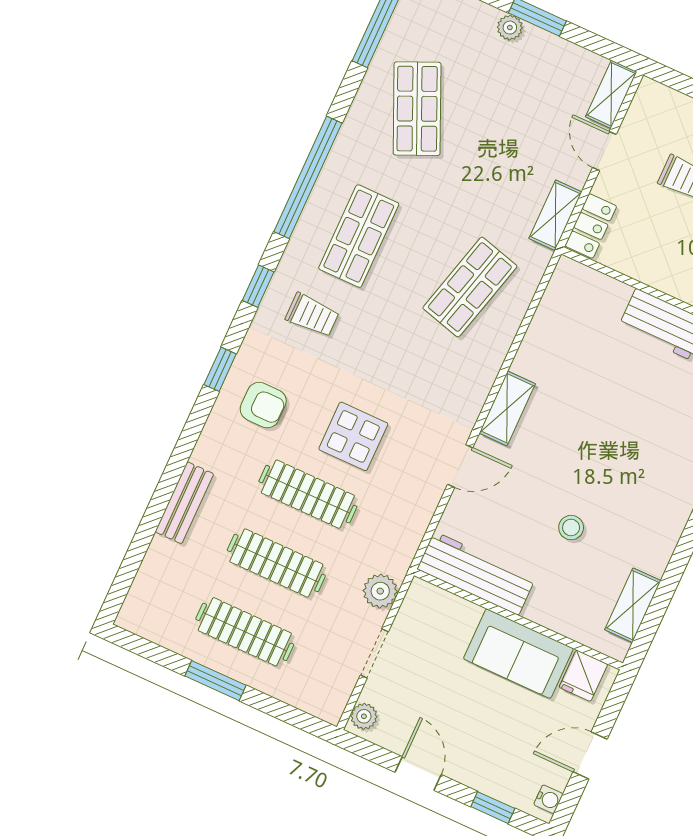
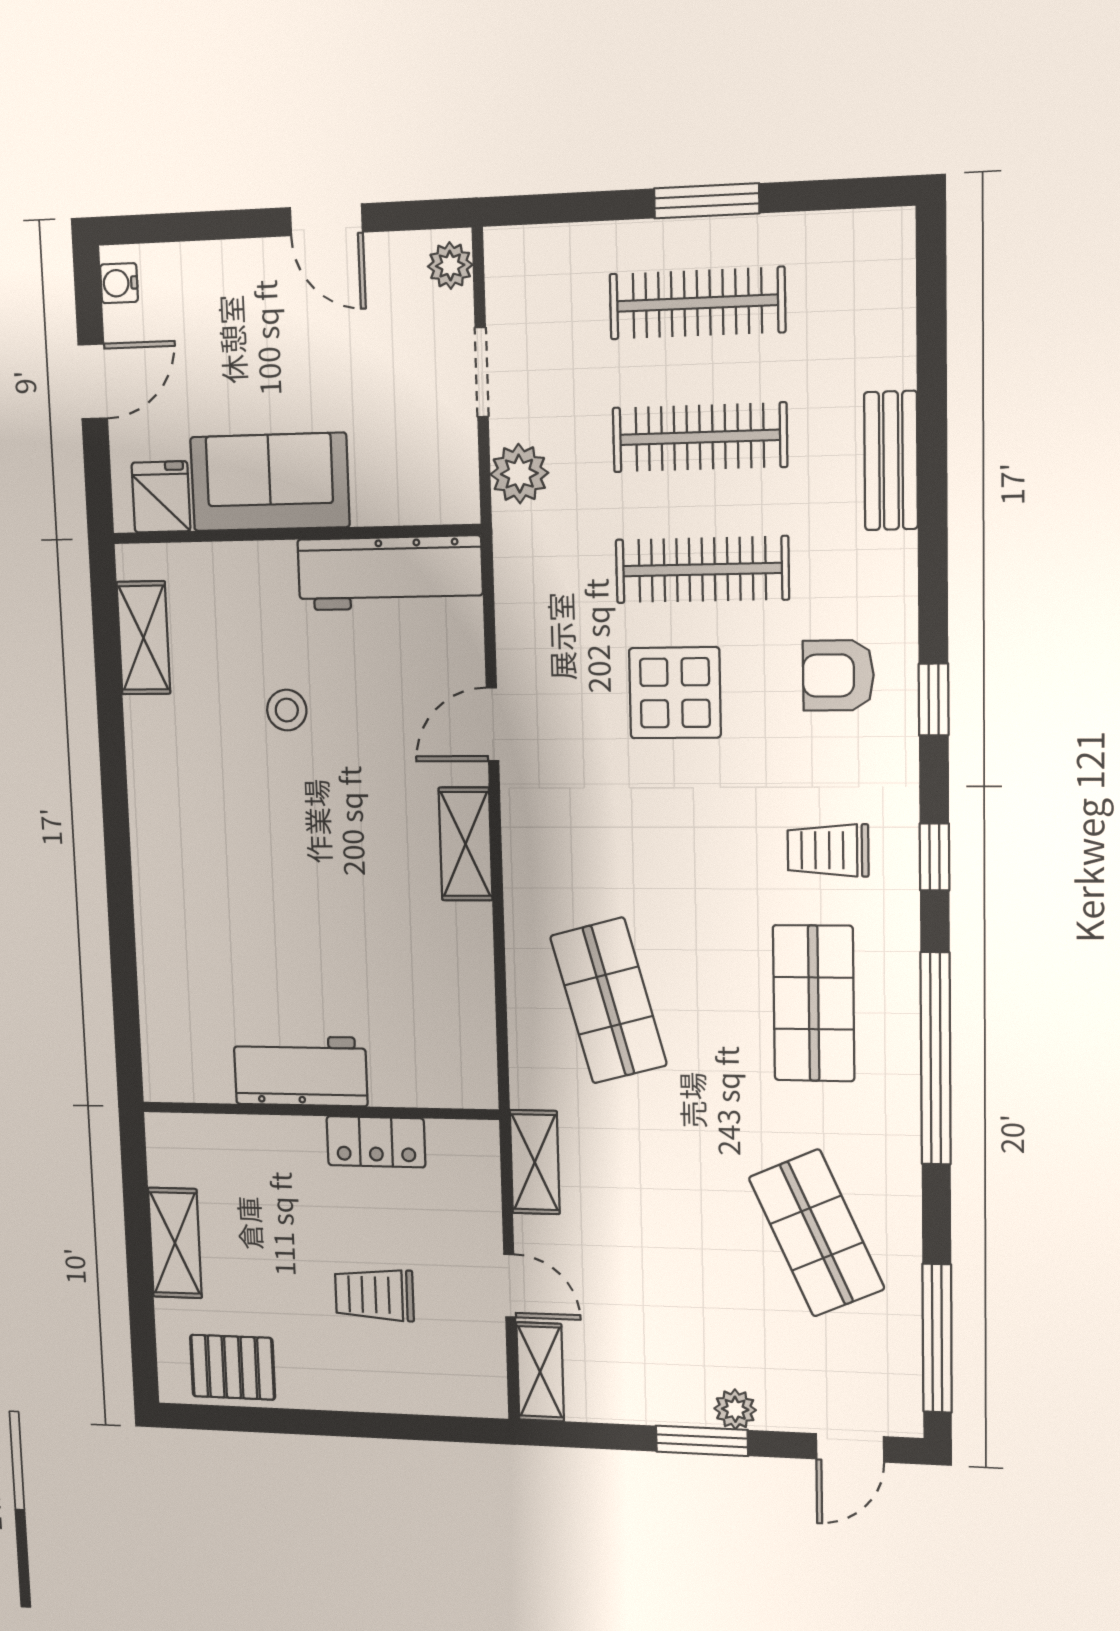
locker: (591, 226) -> (376, 1142), moved, turned -90
shop shelf: (470, 287) -> (608, 1001), turned -30
window: (493, 808) -> (192, 227), removed

